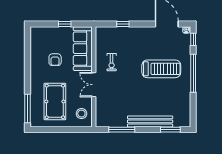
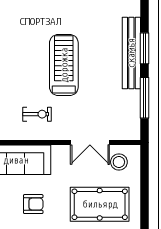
treadmill: (161, 69) -> (64, 65), moved
double door: (94, 85) -> (90, 142), moved
window: (170, 130) -> (144, 48), moved

